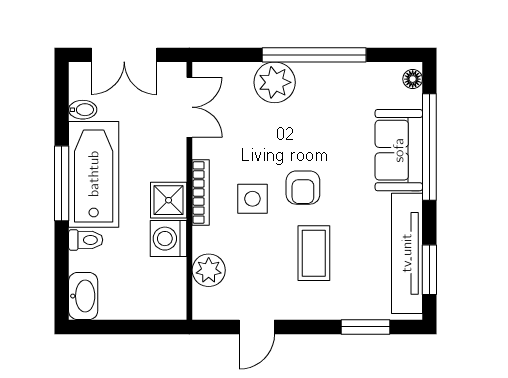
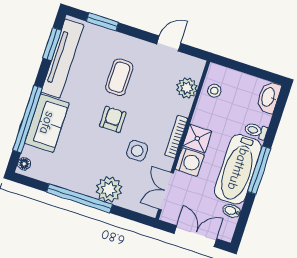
side table: (252, 199) -> (137, 151), moved
washing machine: (168, 239) -> (190, 162), moved
stool: (166, 279) -> (214, 91), added

